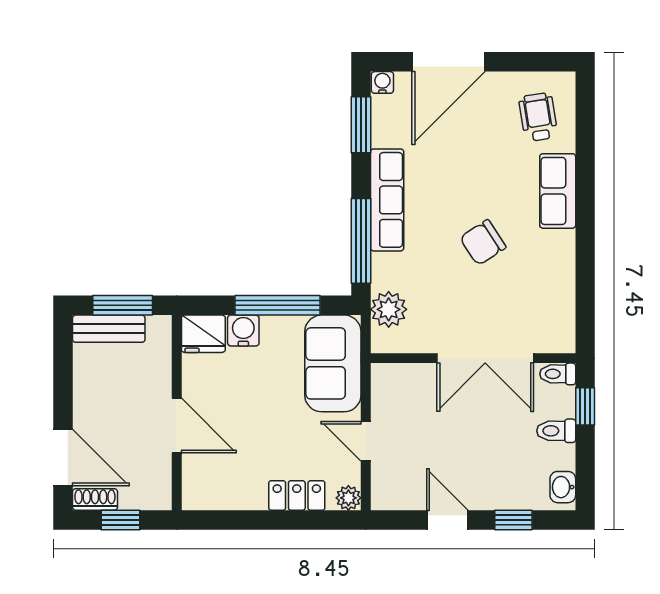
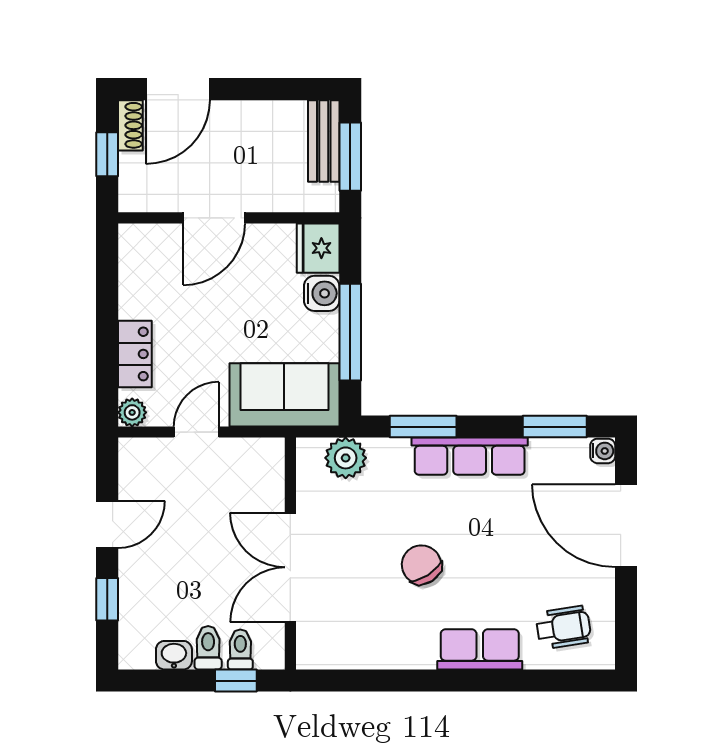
window: (361, 241) -> (423, 427), width x0.69
toilet: (558, 374) -> (240, 649), moved
washbasin: (563, 487) -> (174, 655), moved

